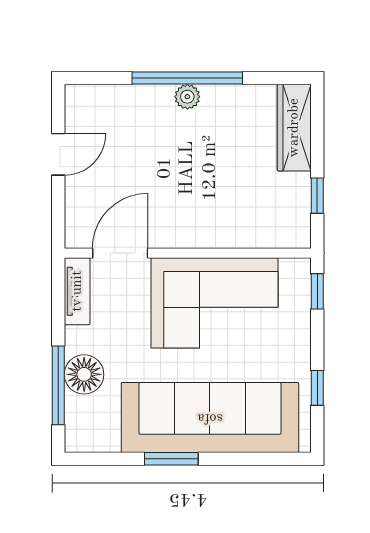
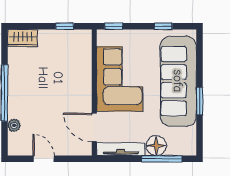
plant: (187, 97) -> (14, 125), moved
wardrobe: (294, 128) -> (23, 38), width x0.67
tv unit: (77, 291) -> (121, 149), width x1.41

